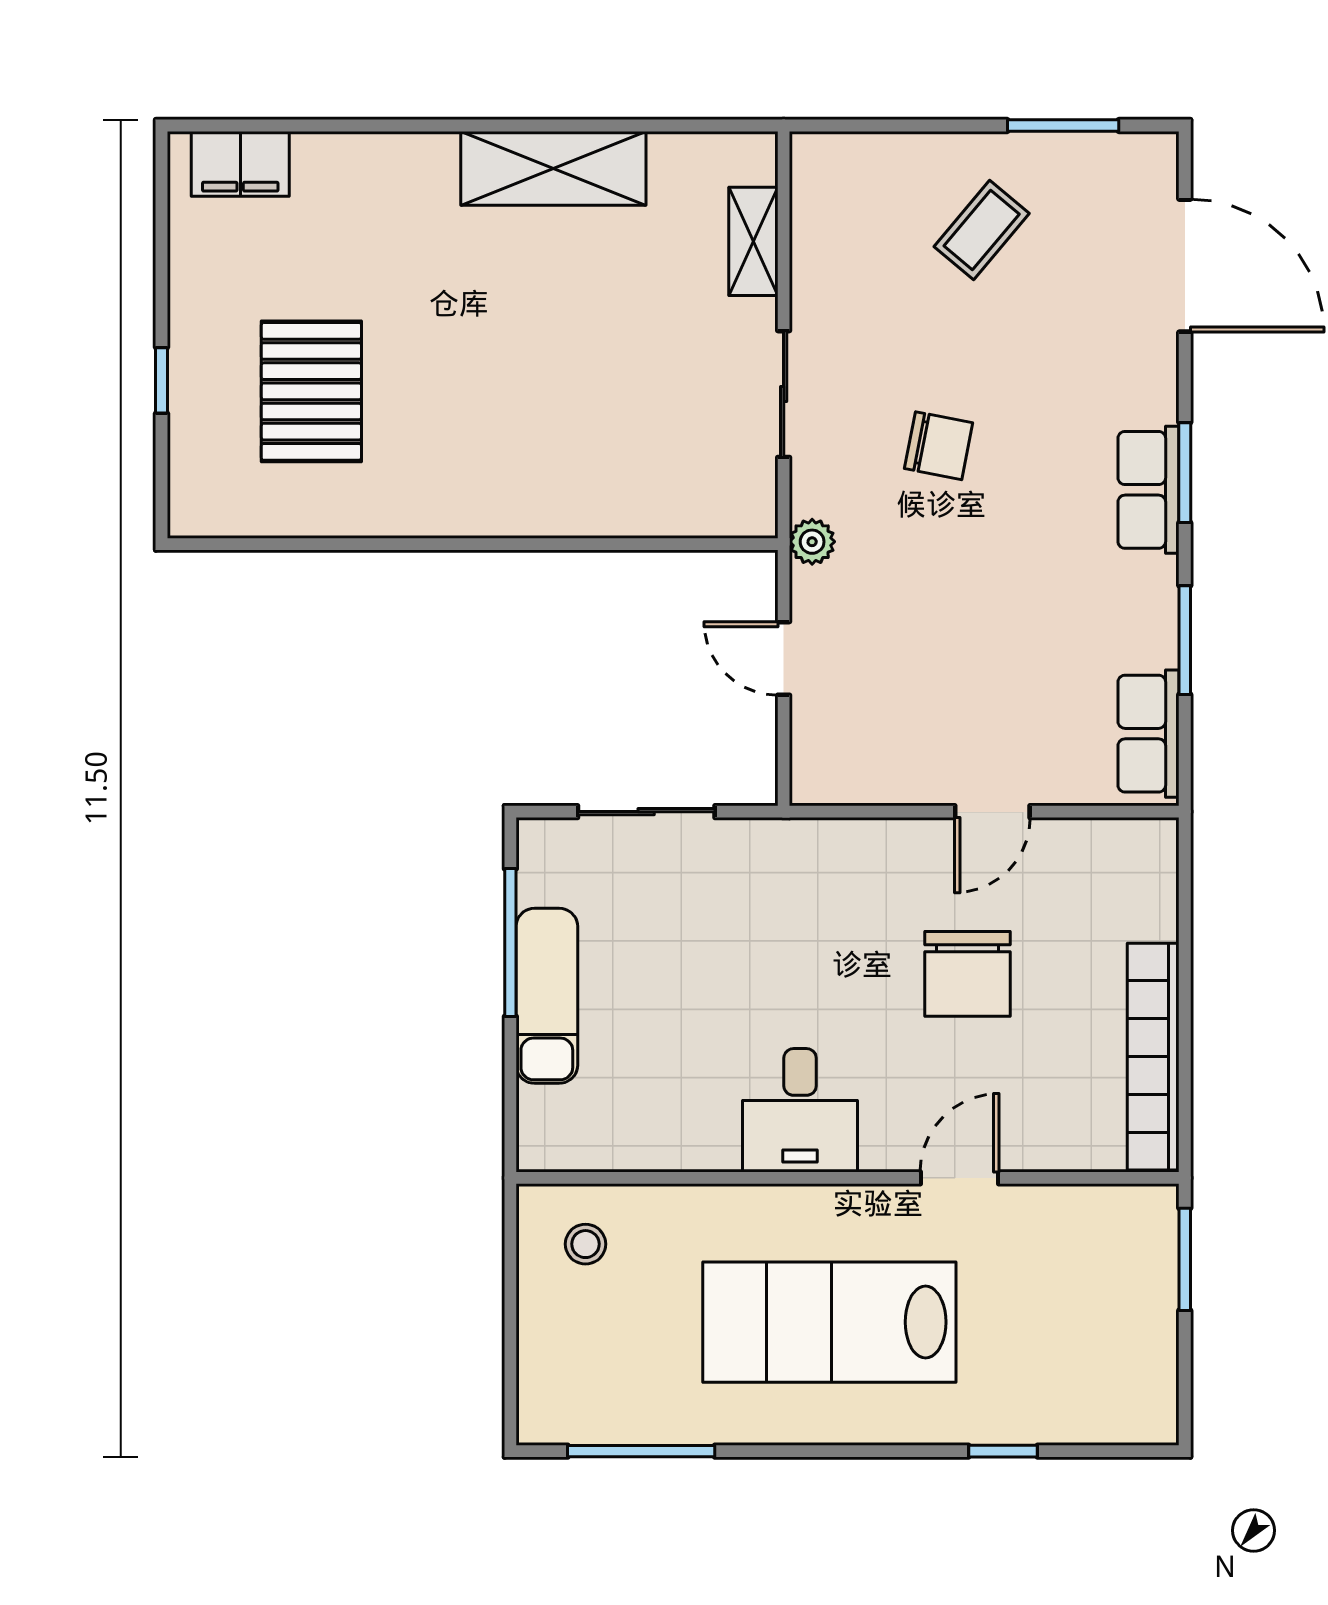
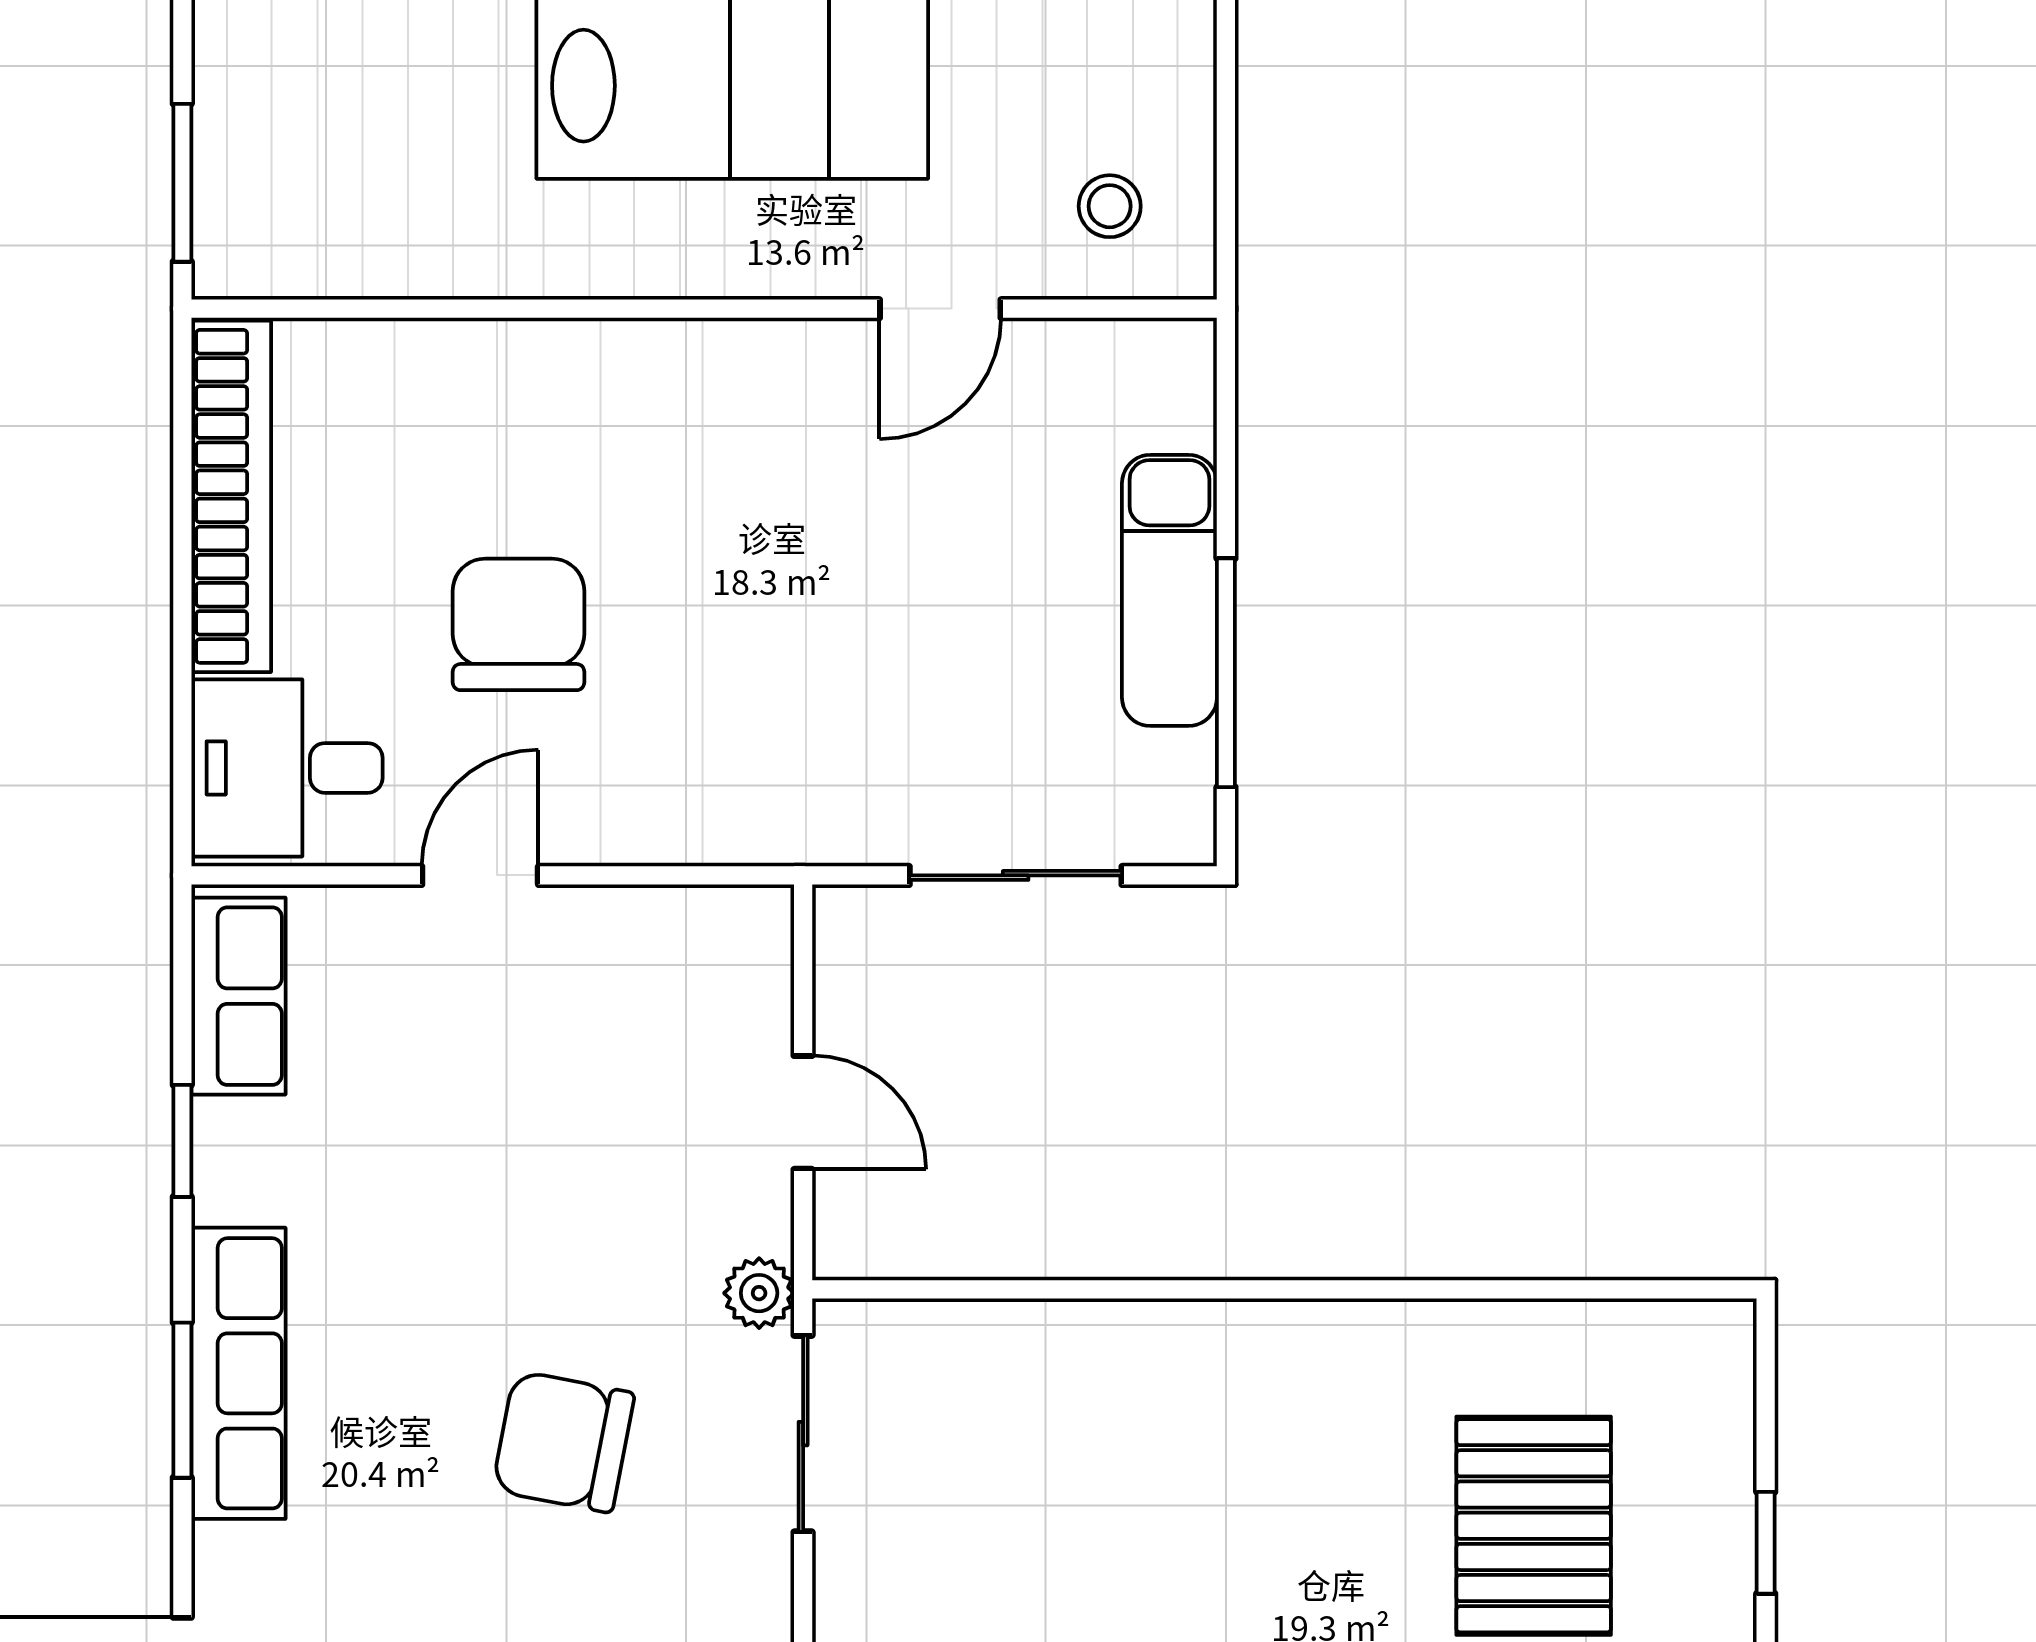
sliding door: (784, 394) -> (803, 1434), moved
chair: (939, 446) -> (563, 1442), width x1.37, depth x1.37
row of seats: (1149, 490) -> (238, 1373), width x1.48
window: (1185, 640) -> (182, 1141), width x0.67
desk: (800, 1110) -> (287, 768), moved, turned -90
door: (960, 1178) -> (940, 309), moved

